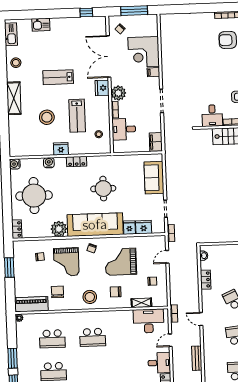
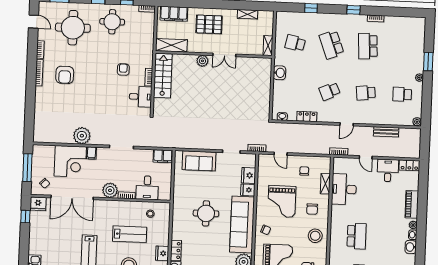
plant: (170, 61) -> (82, 136), added
fridge: (102, 88) -> (38, 204), moved
locker: (77, 162) -> (176, 250), moved
desk: (149, 321) -> (344, 189), moved

